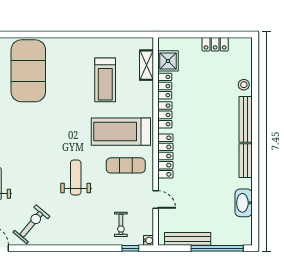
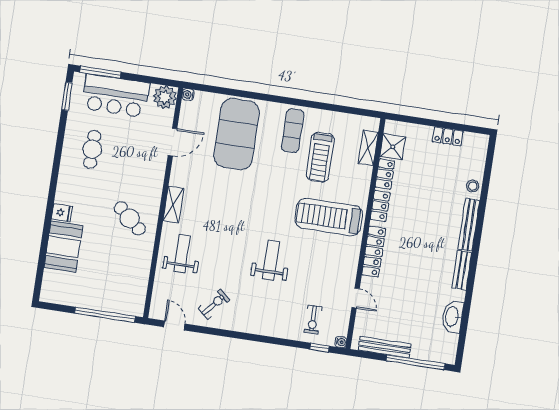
exercise mat: (126, 165) -> (293, 131), moved, turned 90
exercise bike: (31, 224) -> (214, 304), width x0.73, depth x0.72

